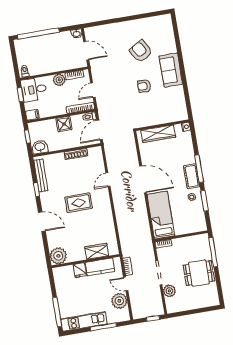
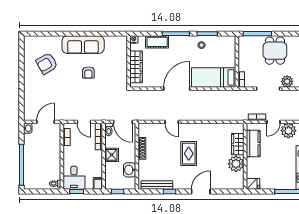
armchair: (141, 51) -> (47, 64), moved
sofa: (171, 70) -> (83, 45), width x1.36
plant: (59, 80) -> (69, 152), removed
washbasin: (40, 147) -> (130, 170), moved
cot: (192, 176) -> (157, 42), moved
plant: (58, 256) -> (236, 164), moved
fridge: (80, 270) -> (253, 184), moved

